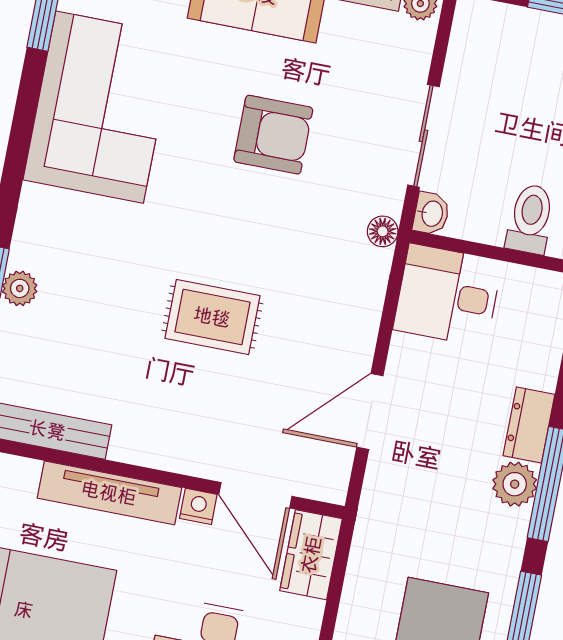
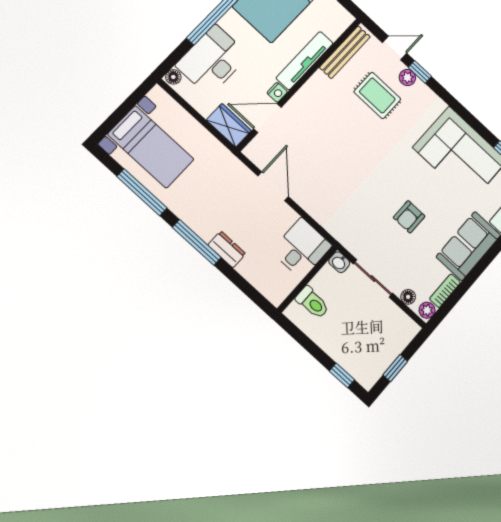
armchair: (273, 135) -> (409, 217), width x0.72, depth x0.72
floor lamp: (383, 231) -> (408, 297), moved
rug: (212, 317) -> (377, 95), moved, turned 90
plant: (515, 484) -> (206, 228), removed

